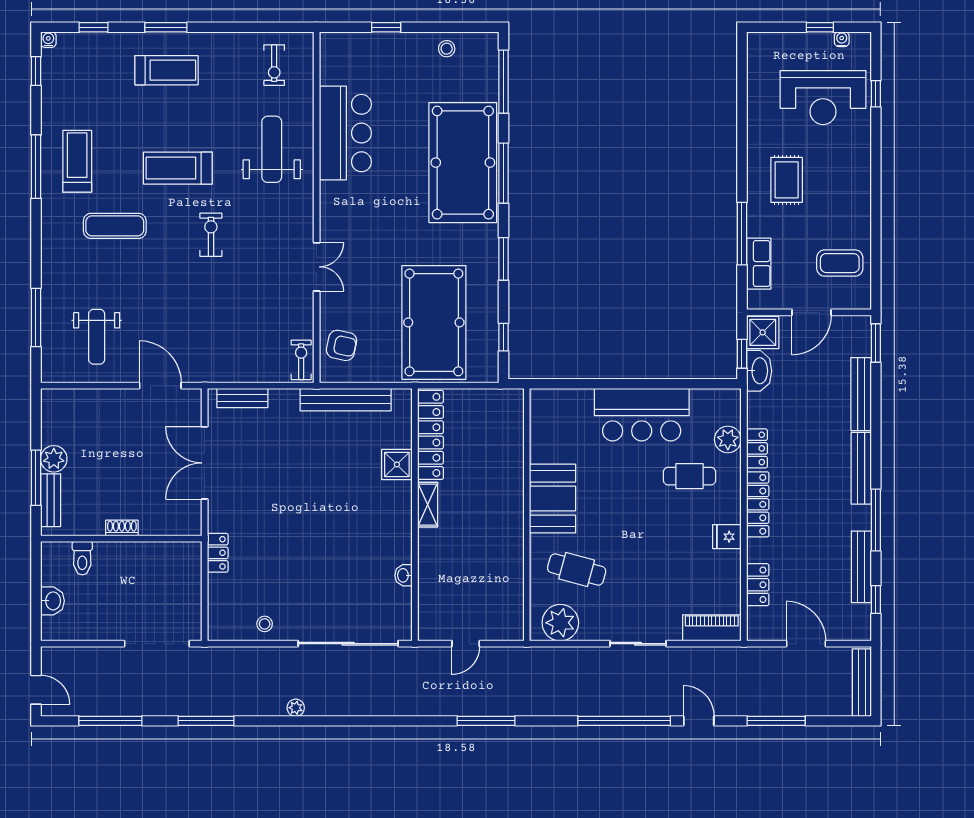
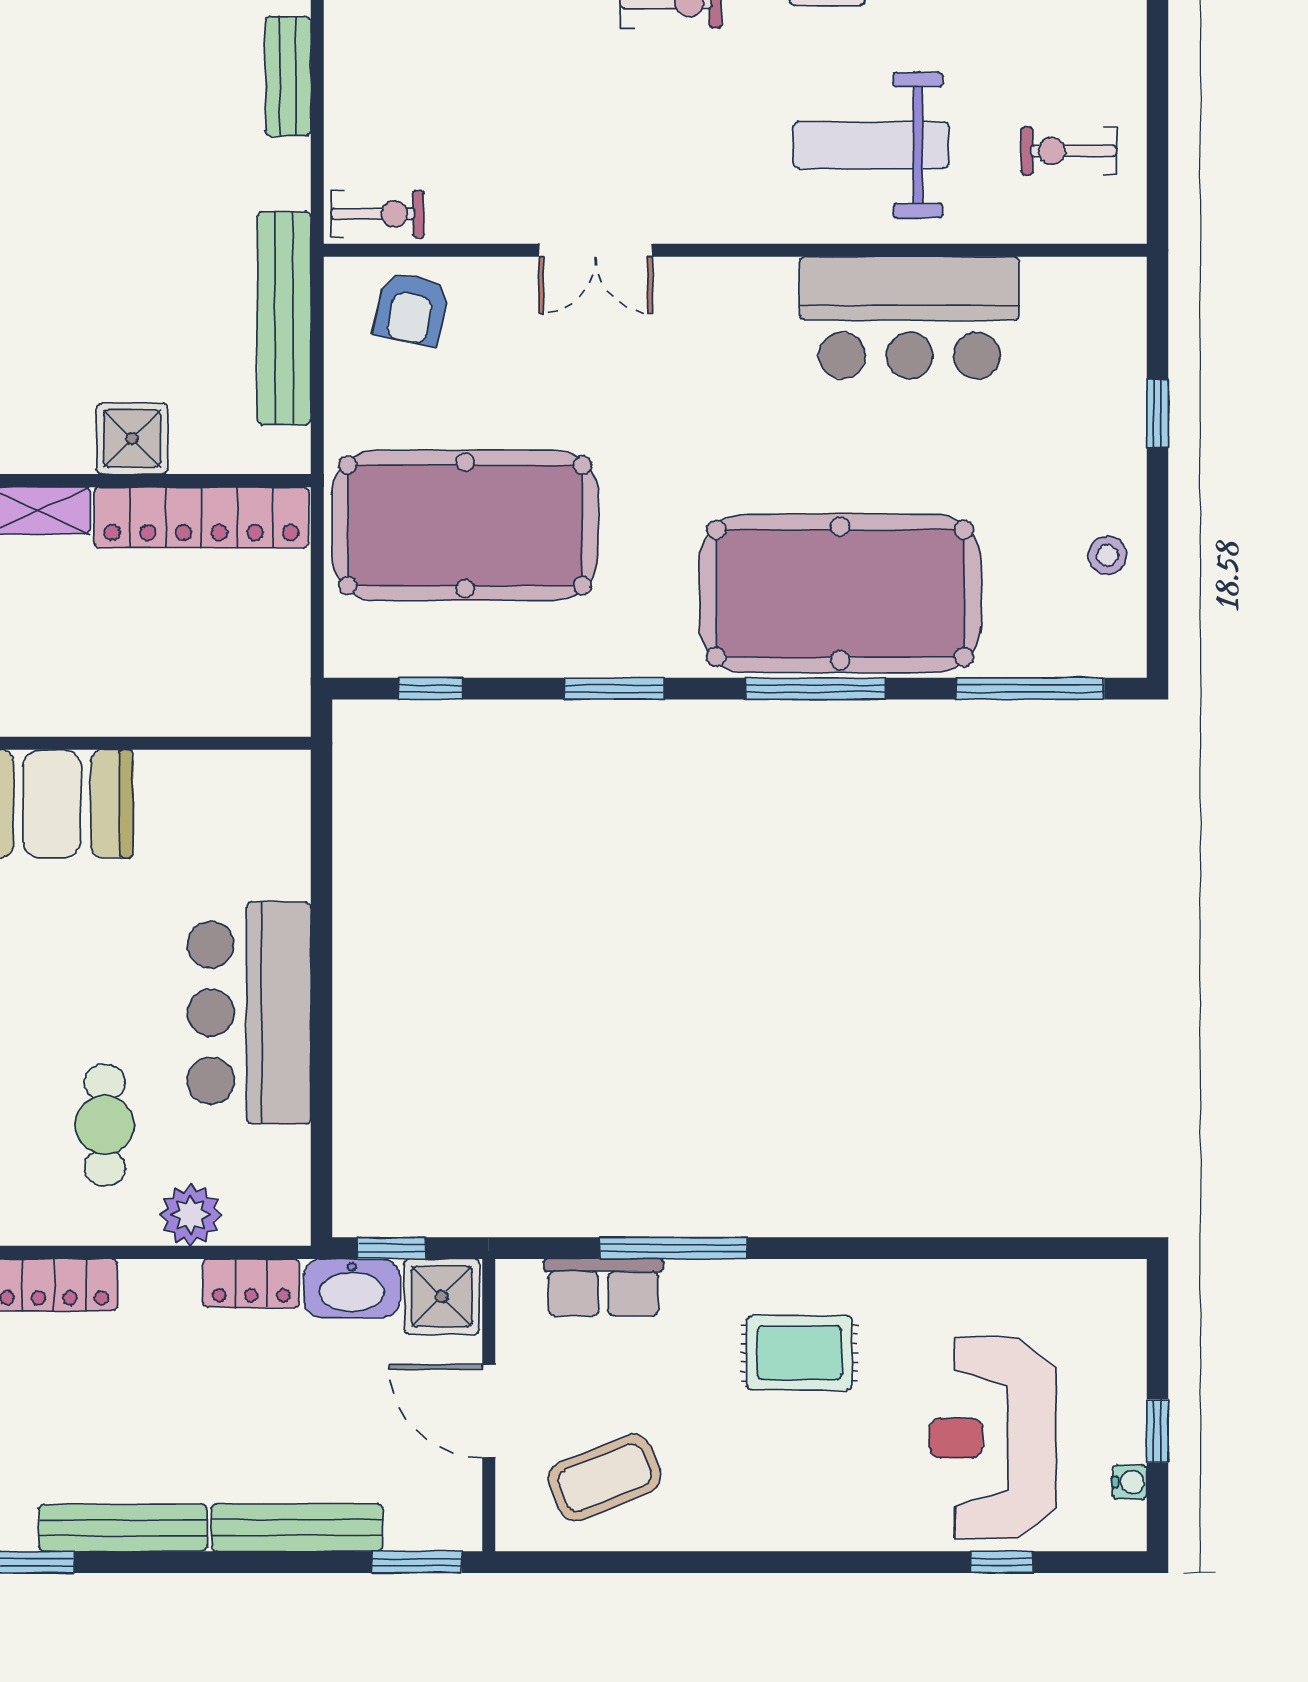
weight bench: (272, 149) -> (871, 145), turned 180
coffee table: (840, 263) -> (604, 1477), turned 68
locker: (757, 448) -> (251, 1283), moved

